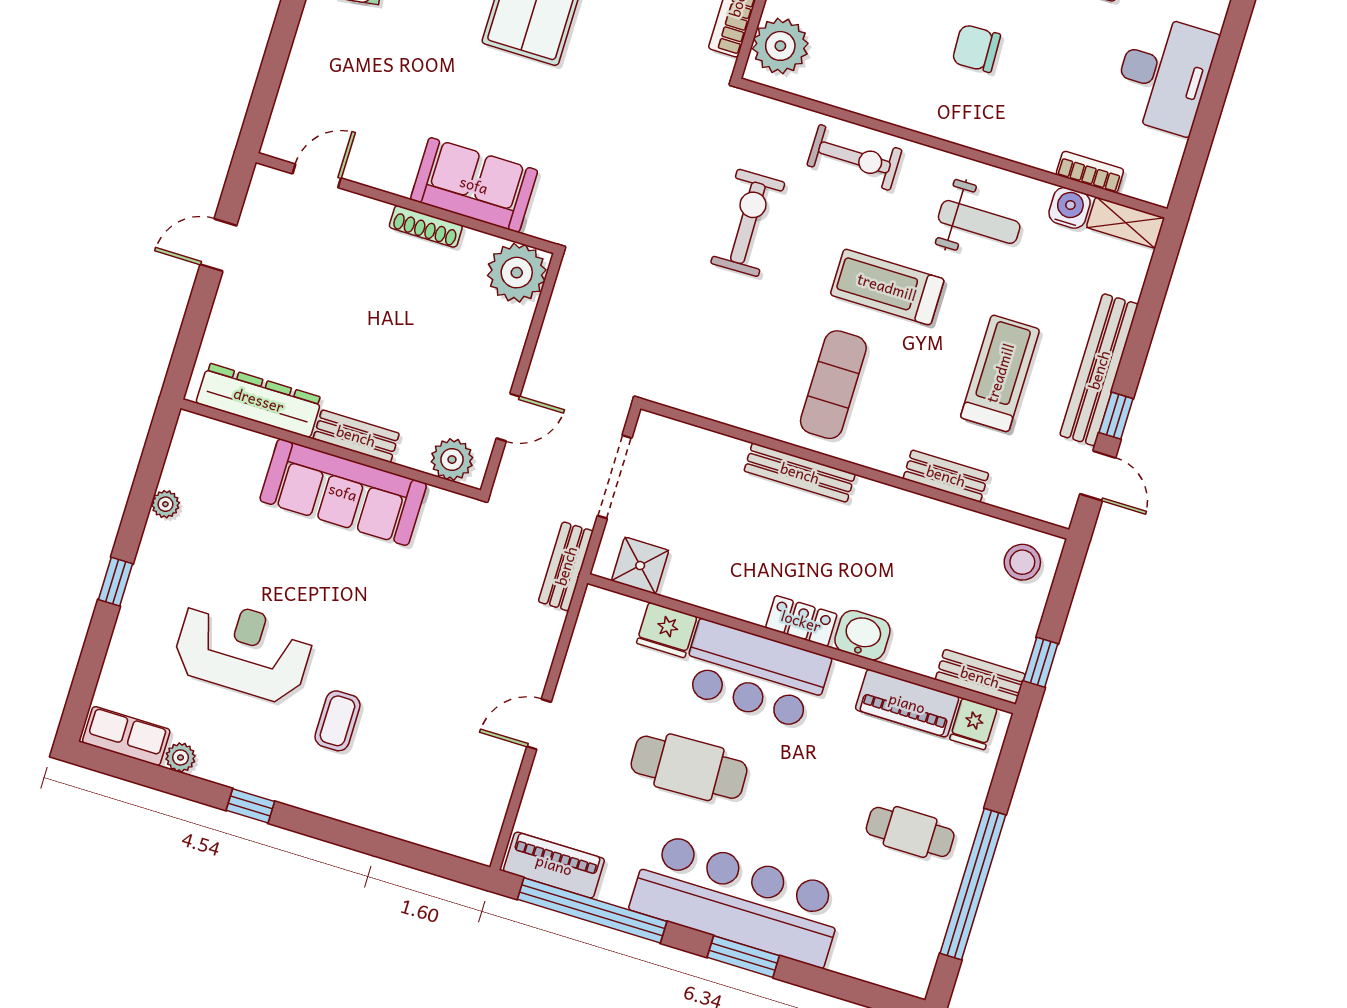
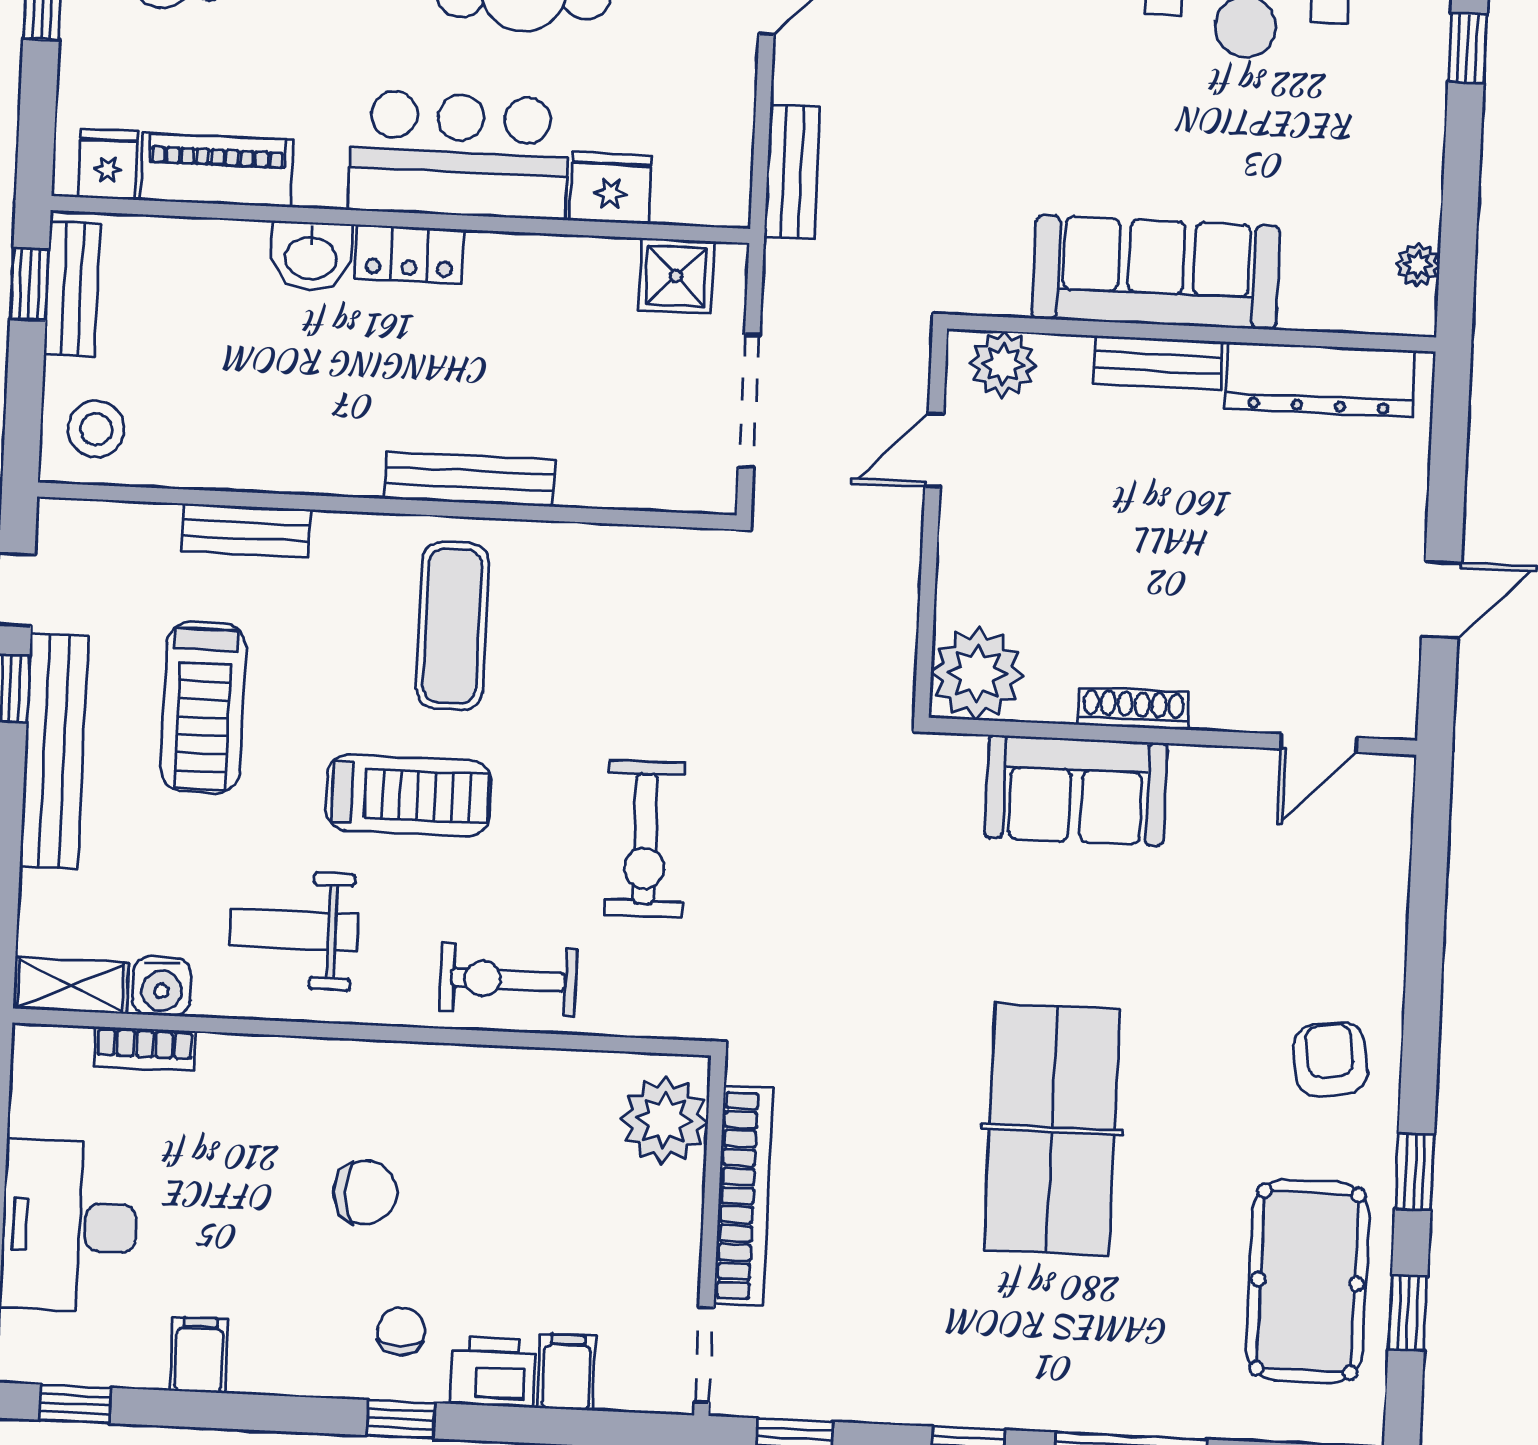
plant: (165, 504) -> (1418, 265), moved
bench: (566, 566) -> (792, 172), moved
bench: (980, 677) -> (72, 289), moved, turned 90

